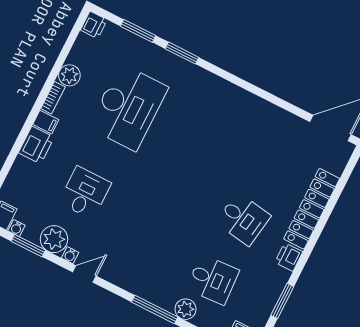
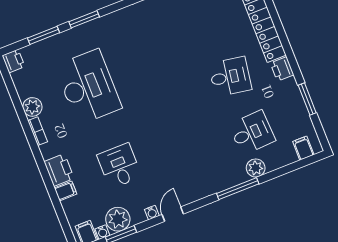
filing cabinet: (46, 122) -> (66, 191), moved
plant: (54, 239) -> (118, 219), moved

